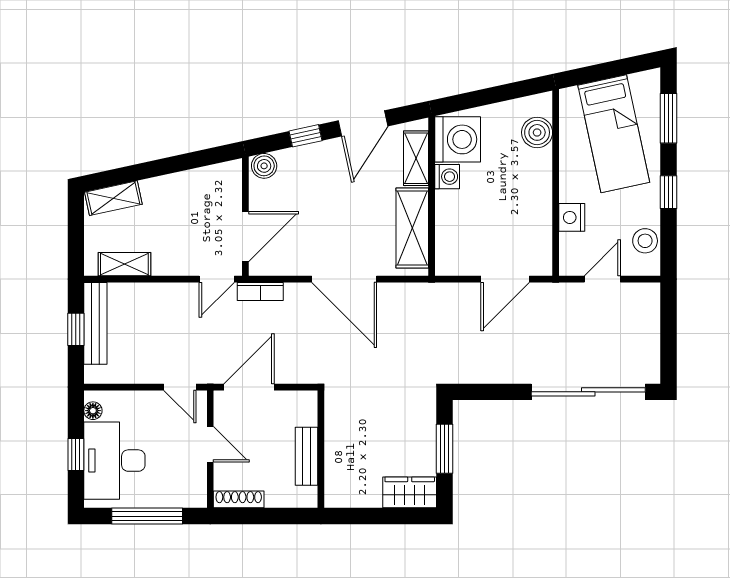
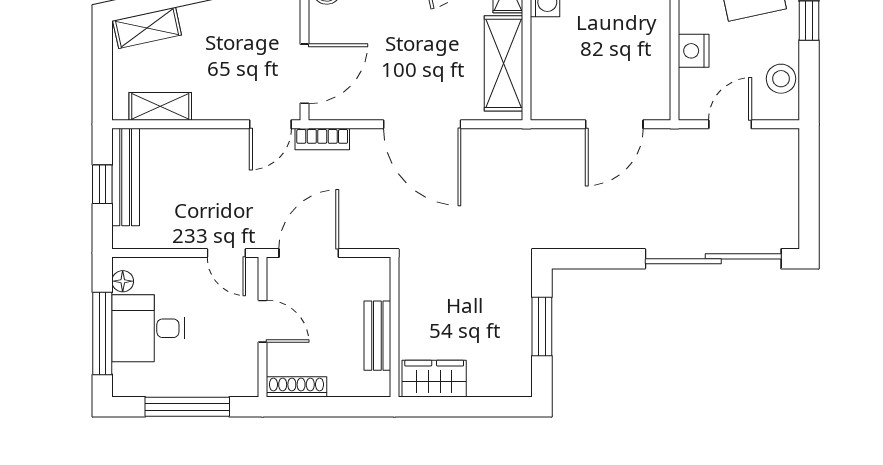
window: (76, 454) -> (102, 333), width x2.17
desk: (114, 461) -> (148, 328), width x0.73
wardrobe: (410, 492) -> (434, 379), moved

